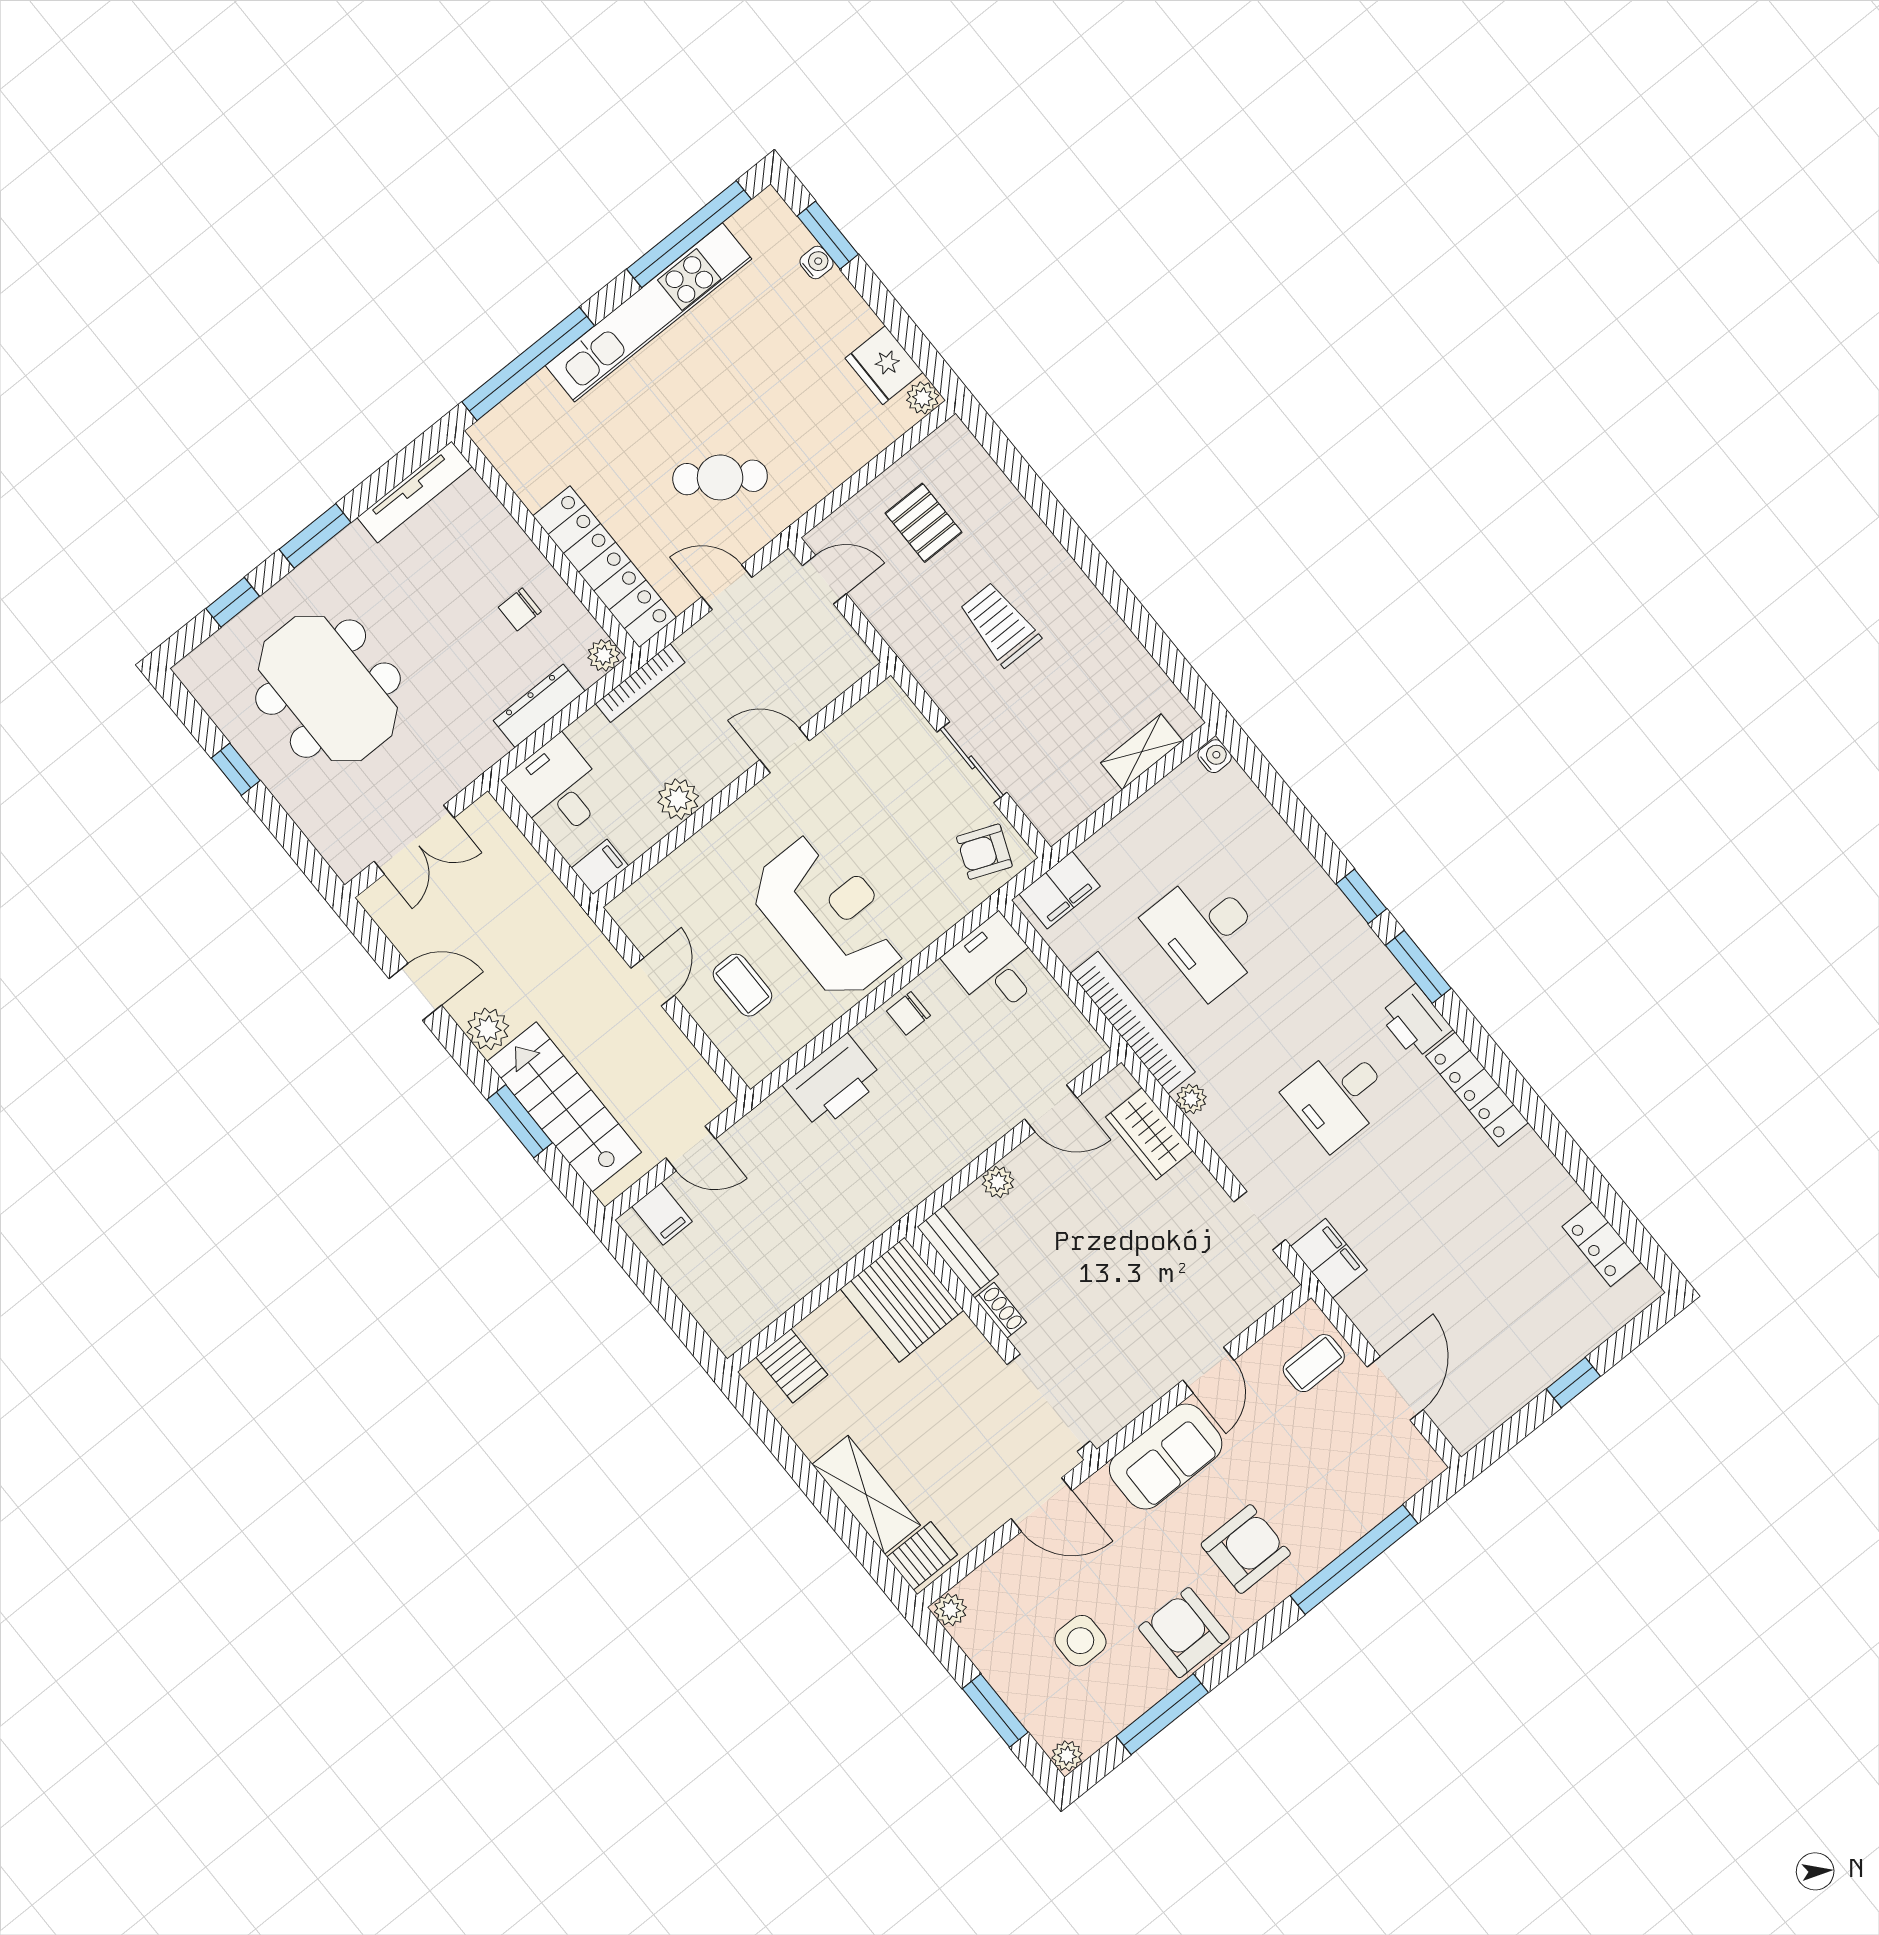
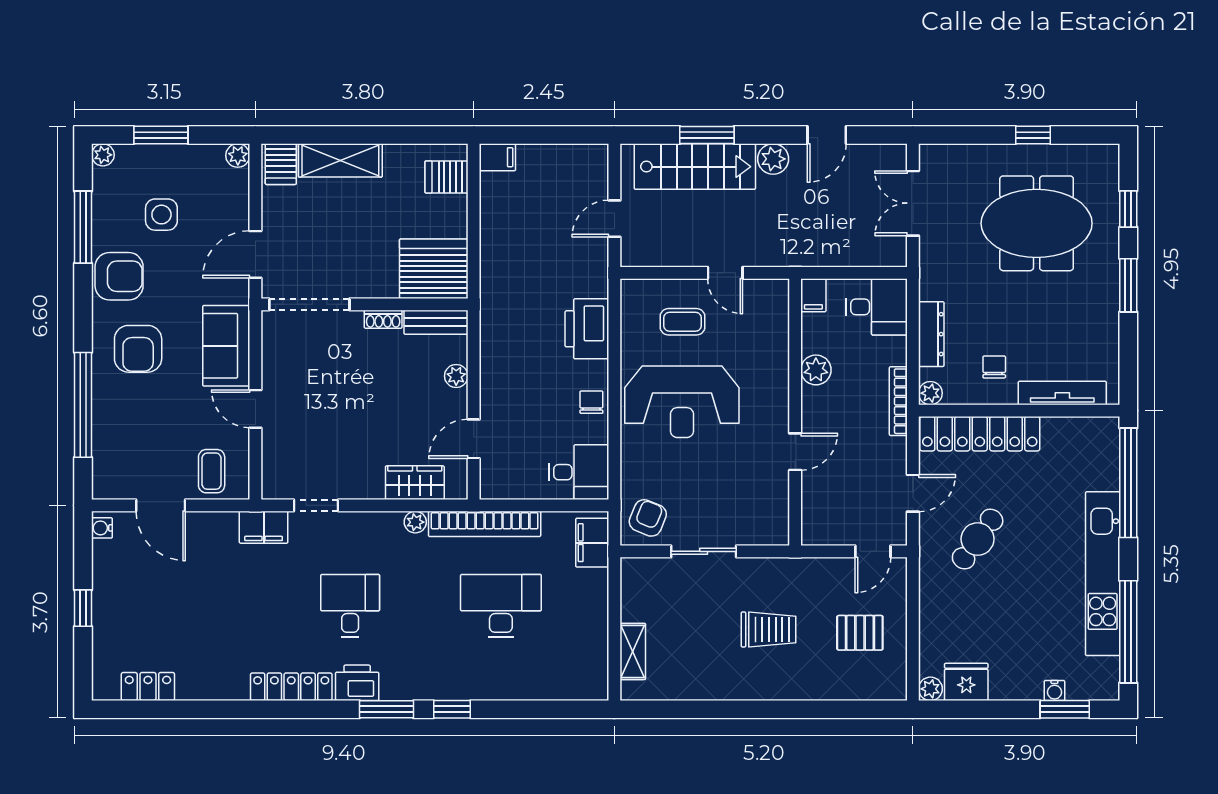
tv unit: (415, 492) -> (1062, 393), moved, turned 90
water cooler: (1215, 756) -> (102, 528), moved, turned 90
filing cabinet: (662, 1214) -> (497, 157), moved, turned 180

